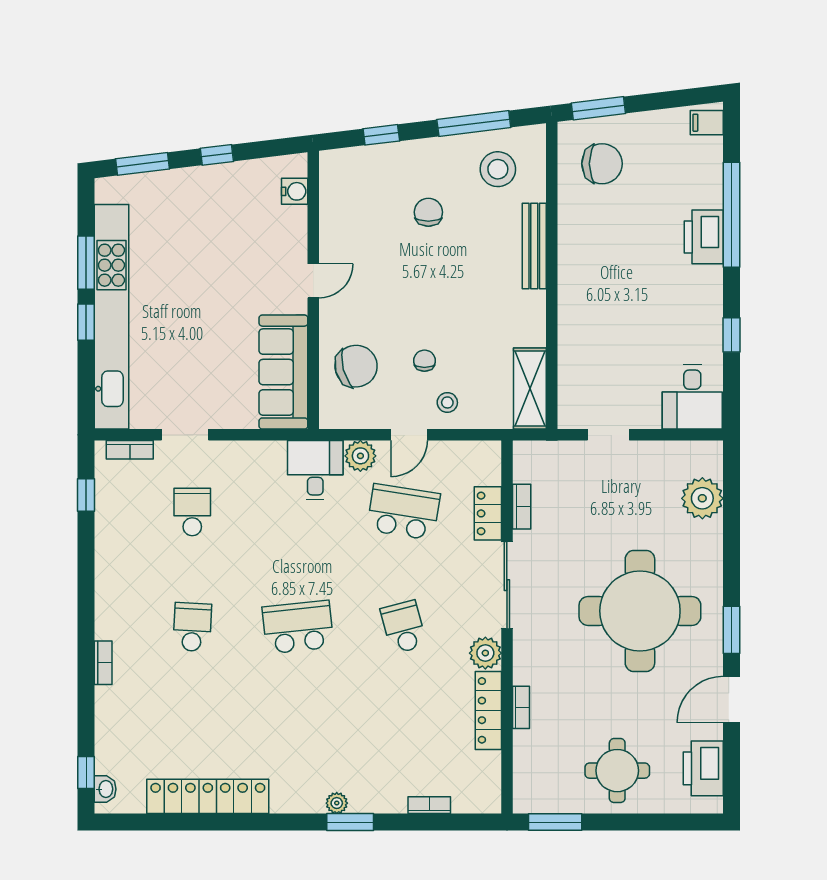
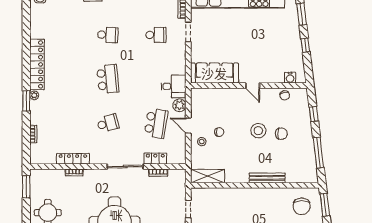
stool: (498, 169) -> (258, 131), moved
chair: (356, 366) -> (285, 95), moved, width x0.54, depth x0.54
plant: (485, 653) -> (97, 157), removed
locker: (208, 796) -> (37, 64), moved

